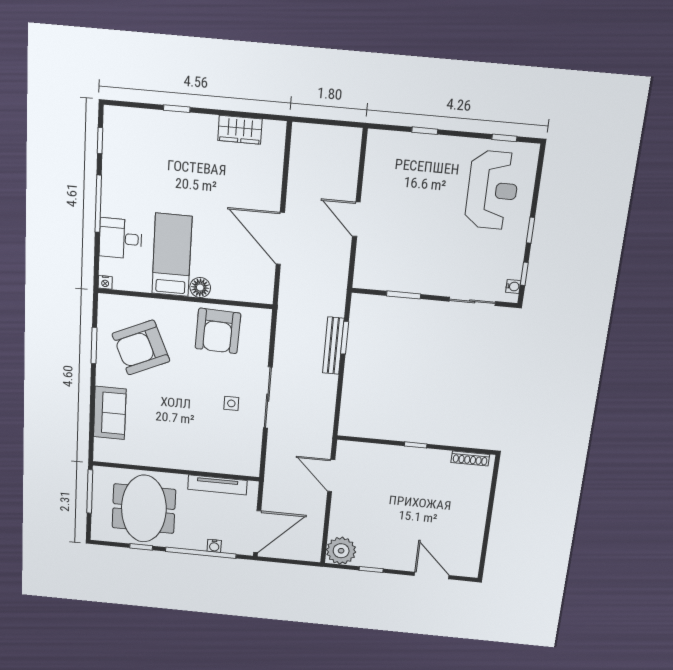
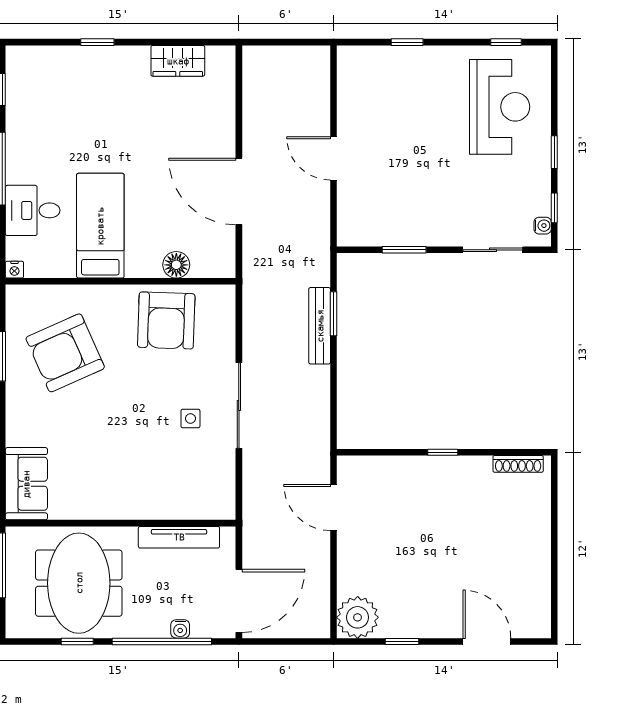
floor lamp: (200, 288) -> (176, 265), moved
sofa: (110, 413) -> (26, 484), moved

